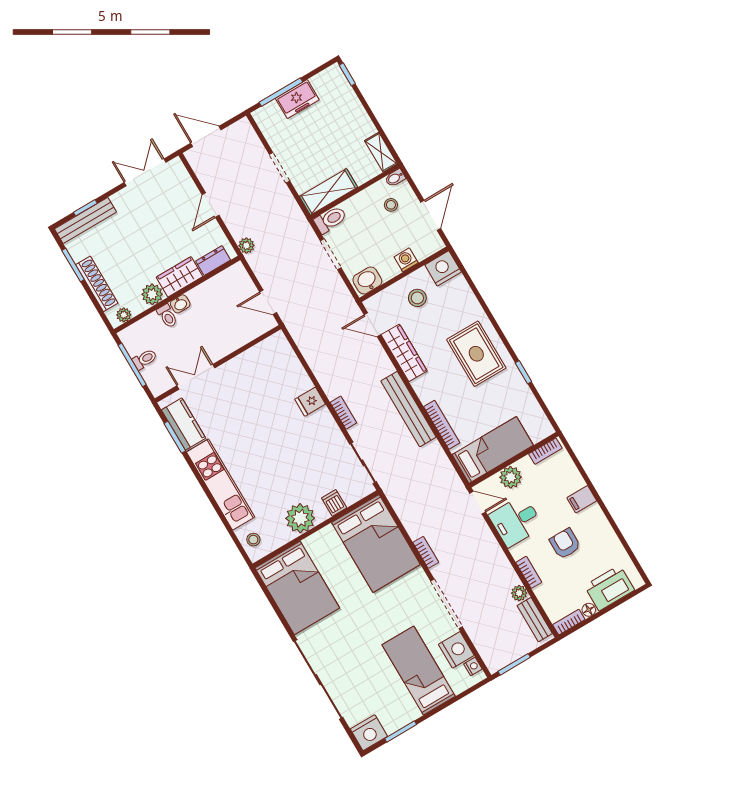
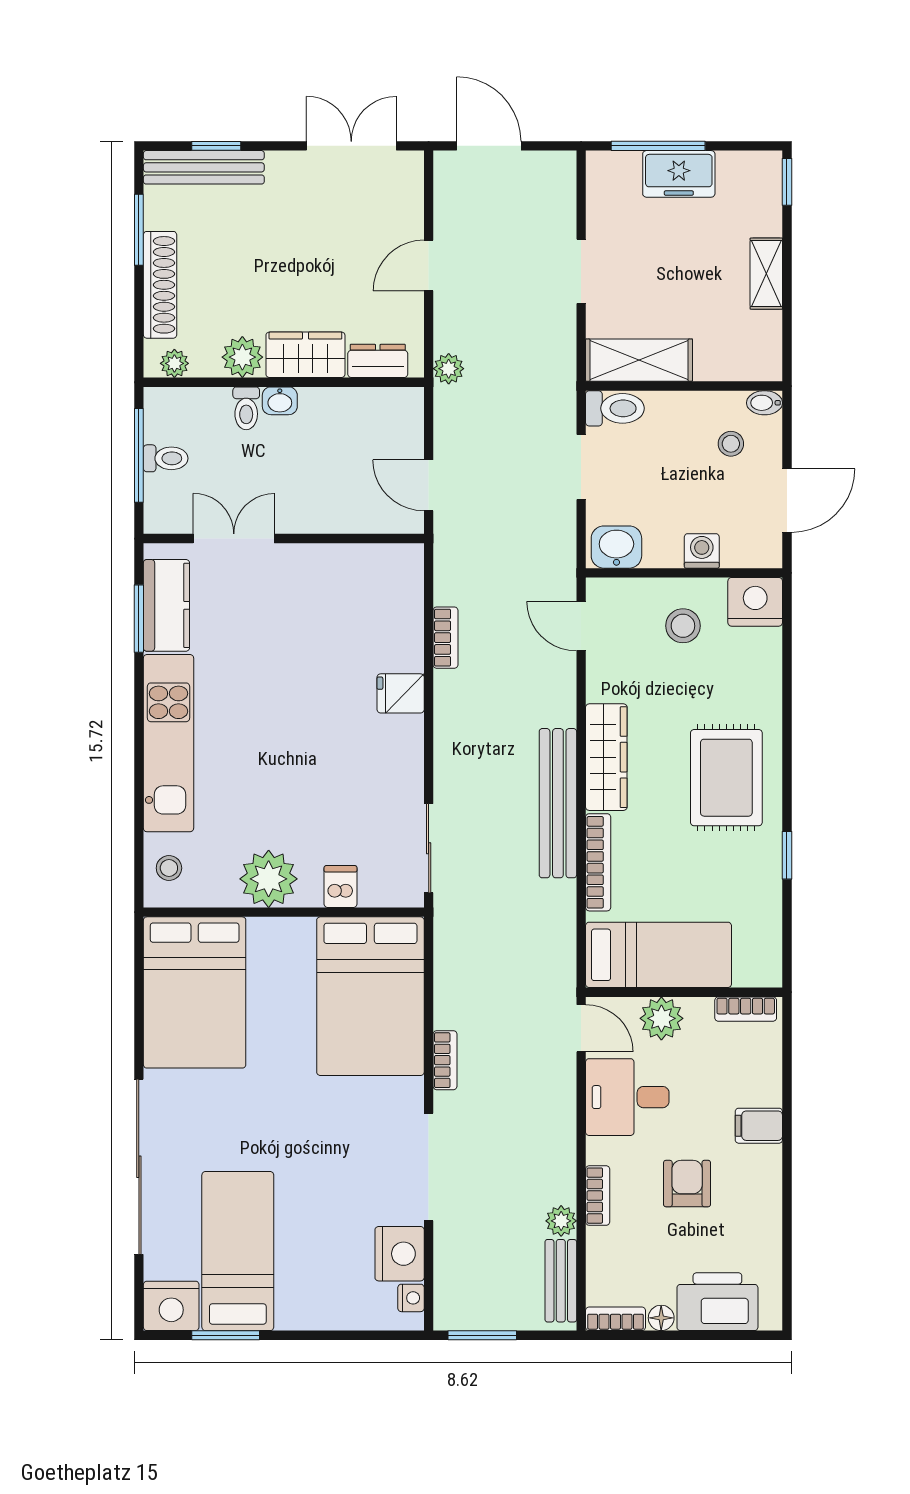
shelving: (381, 152) -> (766, 274), moved
wardrobe: (404, 353) -> (606, 757), moved
bookcase: (343, 413) -> (446, 638), moved
bed: (419, 671) -> (238, 1251), moved

